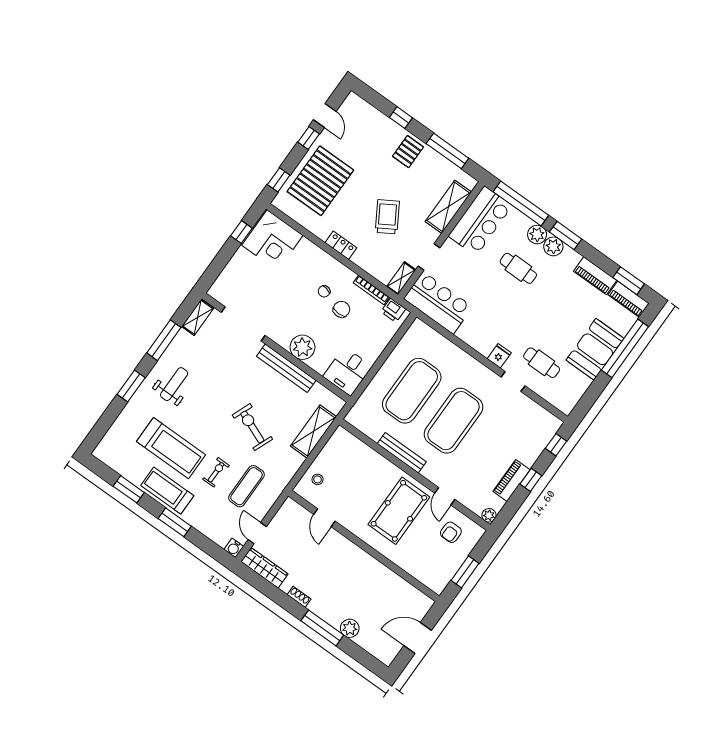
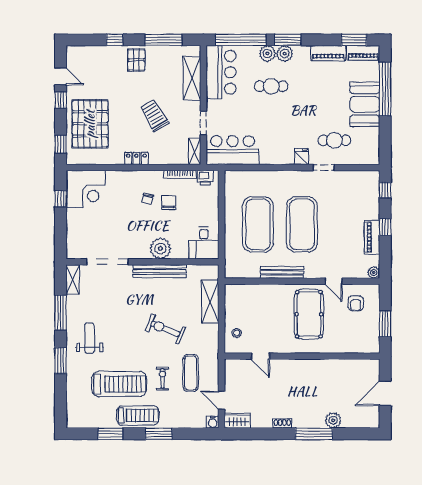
treadmill: (167, 491) -> (138, 415), turned 180
wardrobe: (265, 568) -> (237, 421), width x0.67

